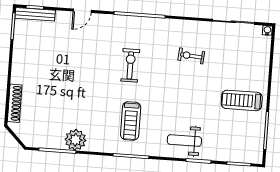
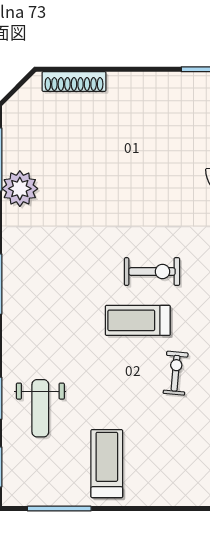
treadmill: (131, 121) -> (138, 320), moved
weight bench: (184, 140) -> (40, 408), moved, turned 180

